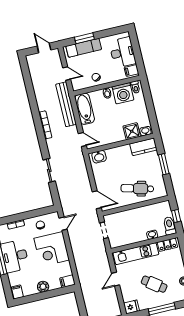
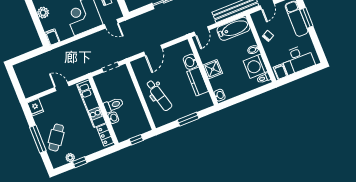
shower: (132, 131) -> (213, 69), moved
kitchen counter: (143, 147) -> (198, 82), moved
washbasin: (99, 157) -> (190, 62), moved
dental chair: (137, 189) -> (159, 95), turned 150
door: (97, 200) -> (153, 50), moved
toilet: (170, 226) -> (113, 105), moved
cafe table: (154, 284) -> (56, 138), moved

